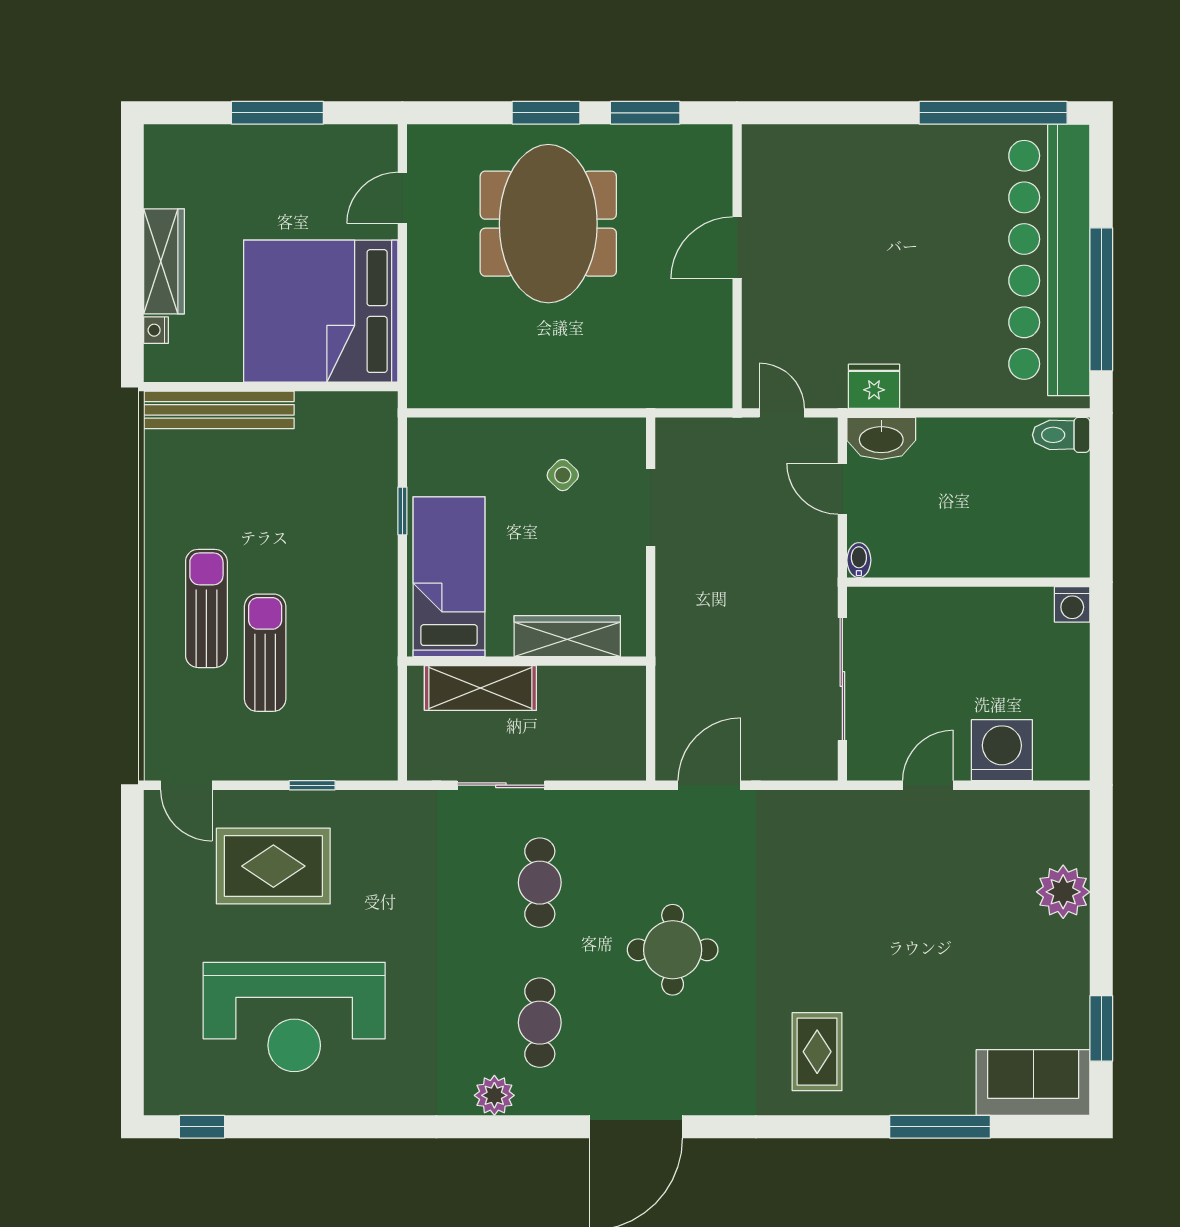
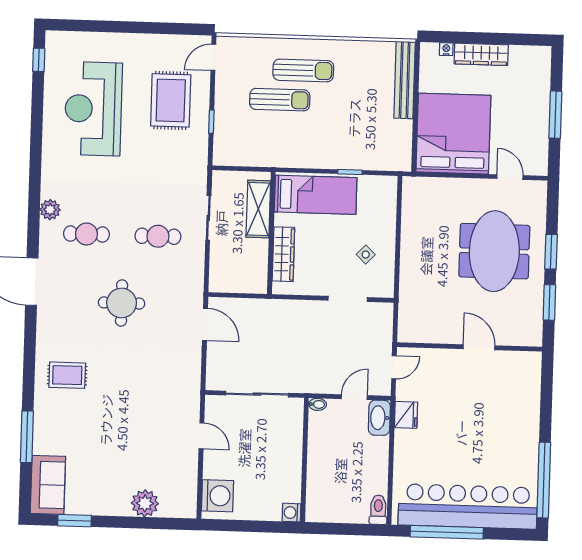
meeting table: (548, 224) -> (494, 251), turned 90
washing machine: (1002, 750) -> (217, 496), moved

